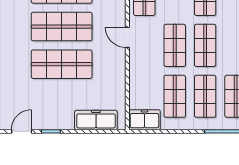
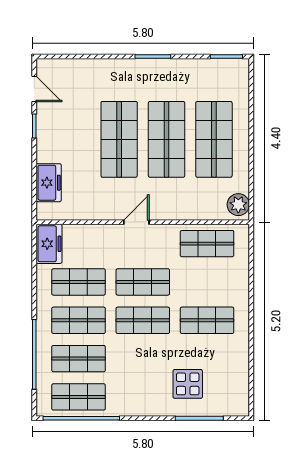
door: (127, 37) -> (136, 222), moved
freezer: (96, 120) -> (49, 183), width x0.71

